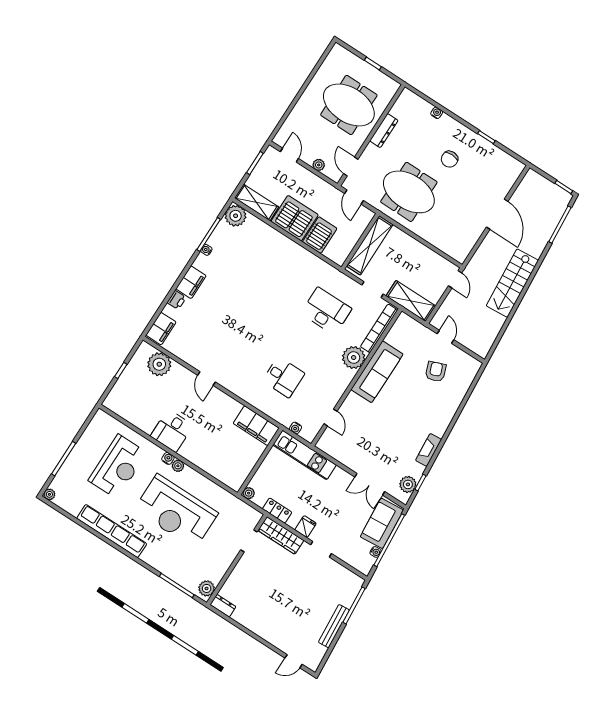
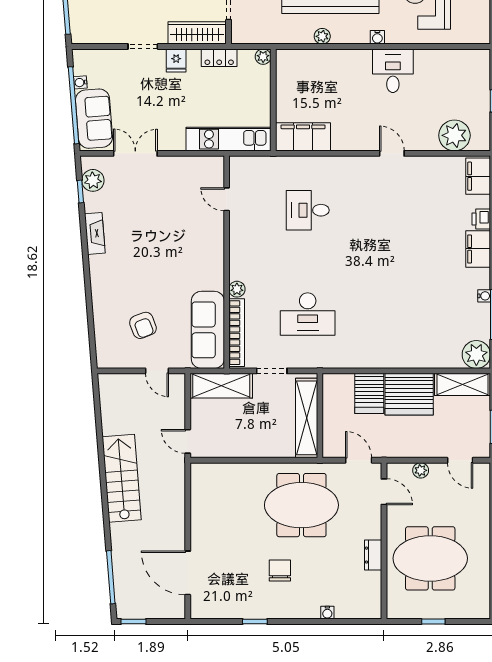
dresser: (384, 131) -> (373, 555), width x0.70
door: (497, 214) -> (188, 573), moved
plant: (354, 358) -> (237, 289), width x0.53, depth x0.53
sofa: (377, 372) -> (208, 330), moved
water cooler: (296, 428) -> (258, 162), removed
plant: (178, 466) -> (322, 36), moved

